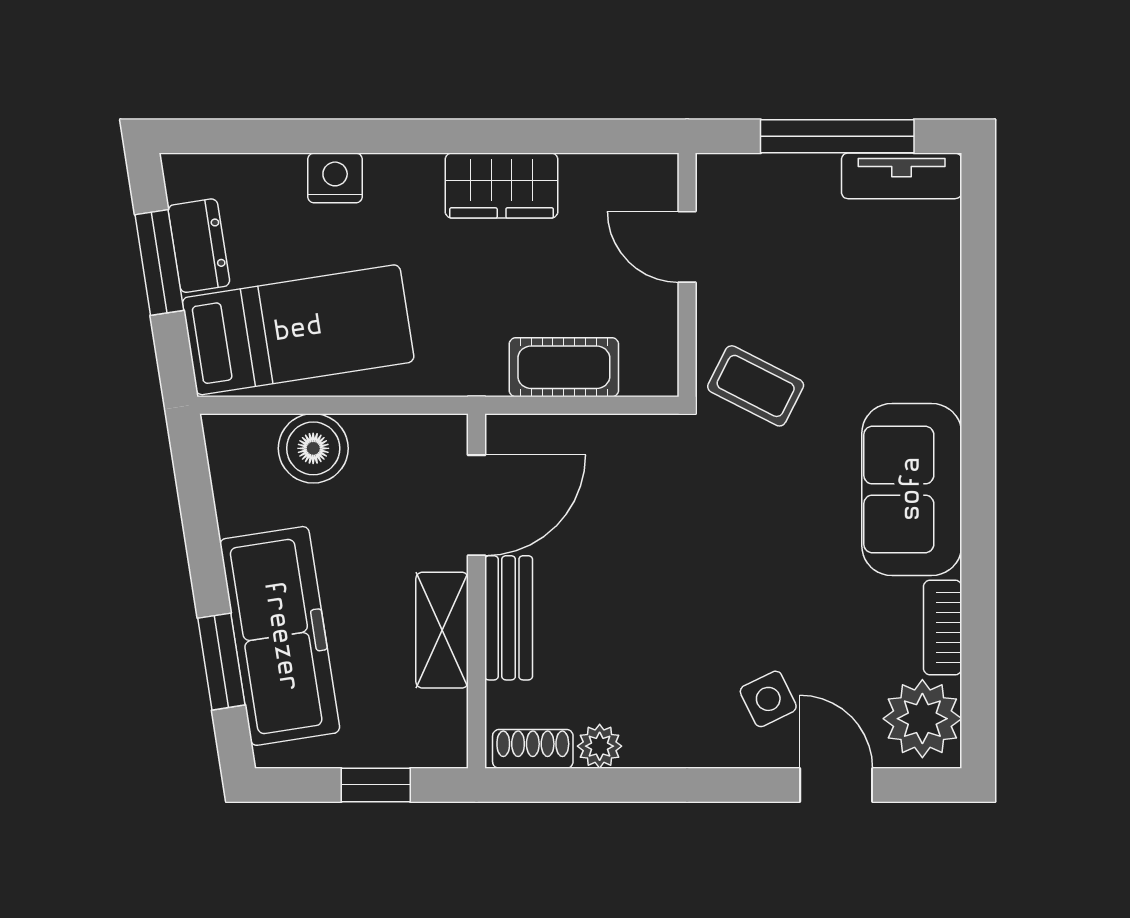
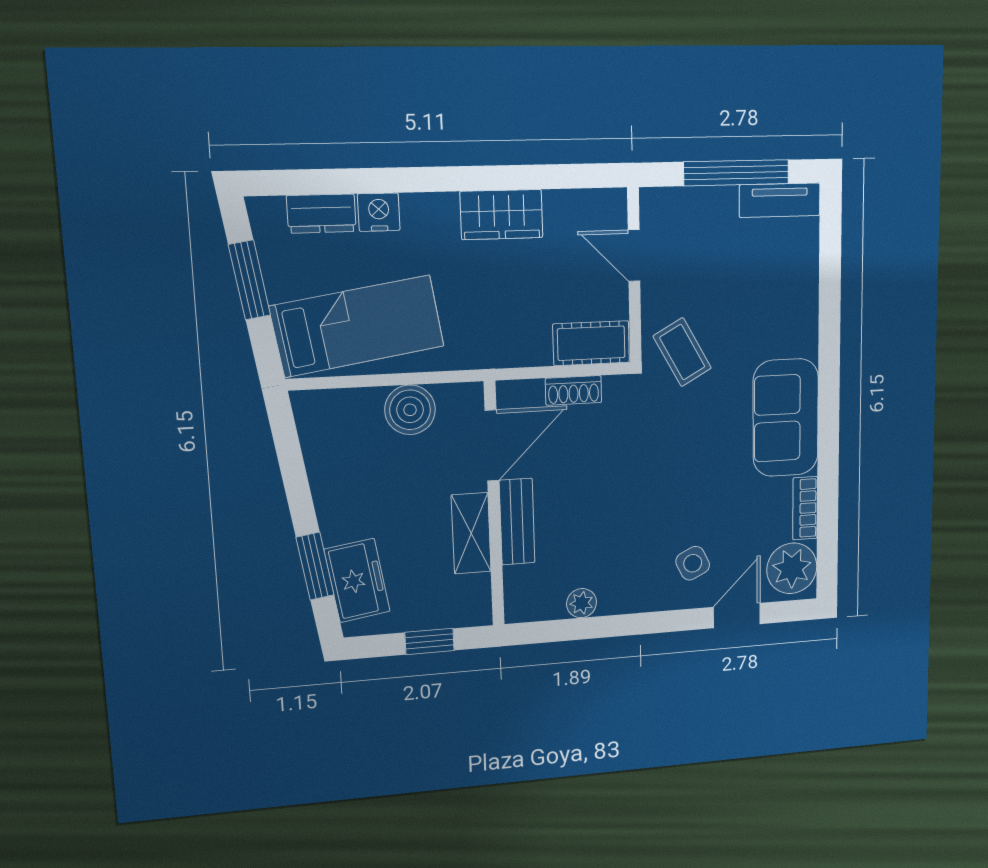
dresser: (199, 246) -> (321, 214), moved, turned 99
cot: (564, 367) -> (591, 343), moved
coffee table: (756, 386) -> (682, 352), turned 34
boiler: (313, 448) -> (410, 410), moved
freezer: (280, 636) -> (357, 580), width x0.52, depth x0.79
shoe rack: (533, 749) -> (574, 390), moved, turned 180
door: (836, 785) -> (737, 616), hinge flipped

